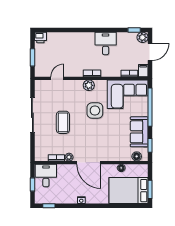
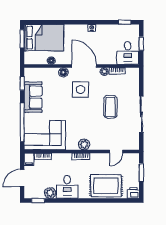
plant: (143, 37) -> (50, 193), moved
rug: (67, 44) -> (106, 186), added
side table: (95, 111) -> (81, 90), moved
floor lamp: (137, 156) -> (63, 72), moved

